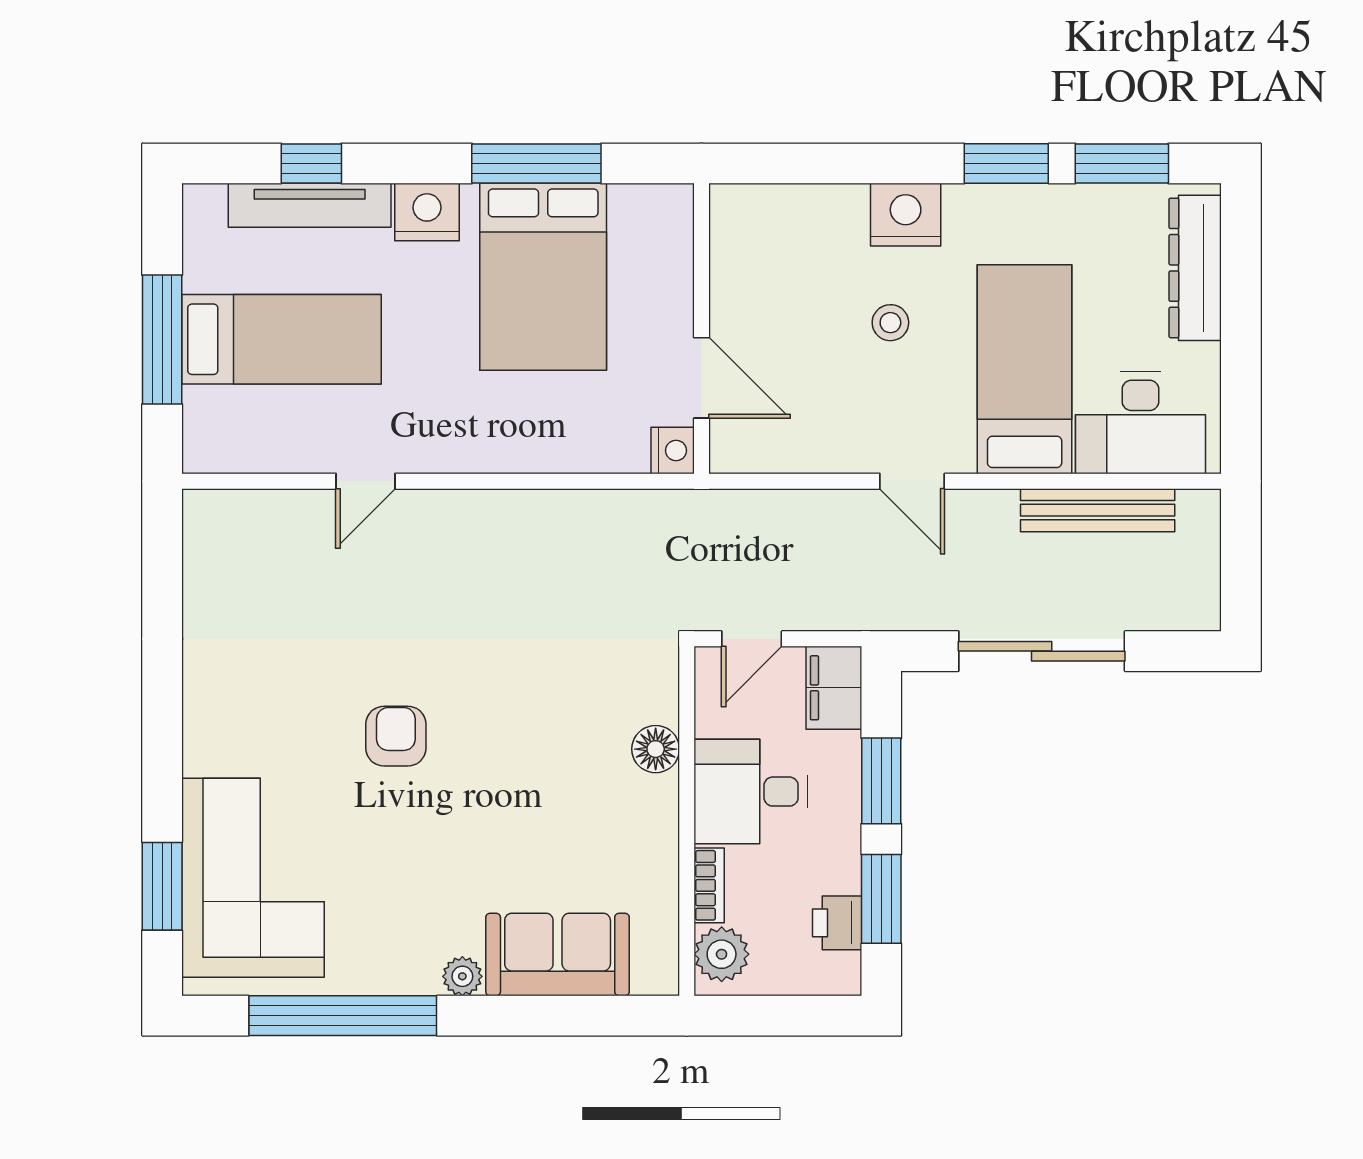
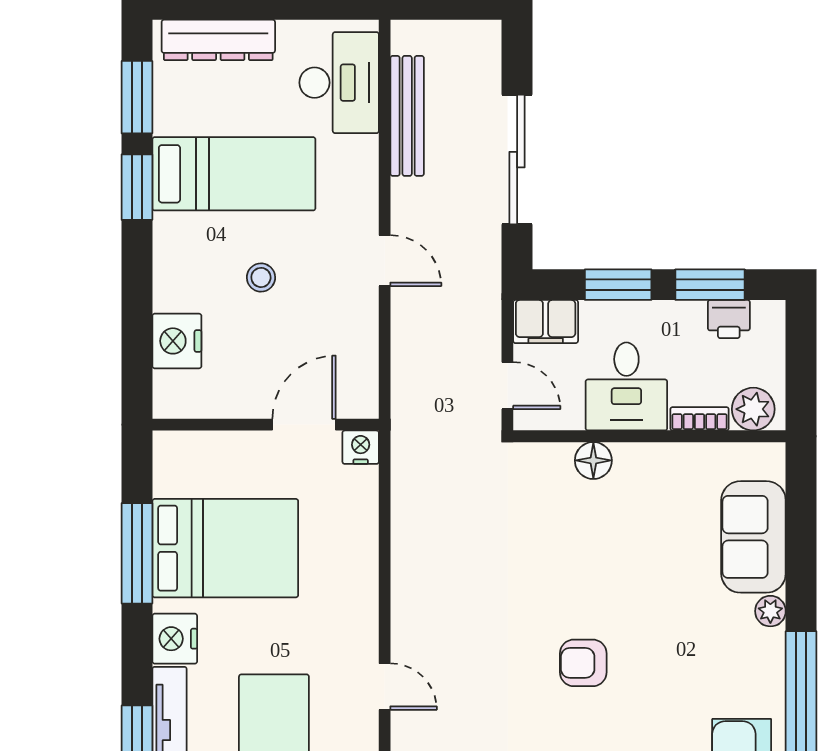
nightstand: (906, 215) -> (177, 341), moved
bed: (1025, 369) -> (234, 174), moved, turned 180
door: (912, 481) -> (385, 261), hinge flipped

